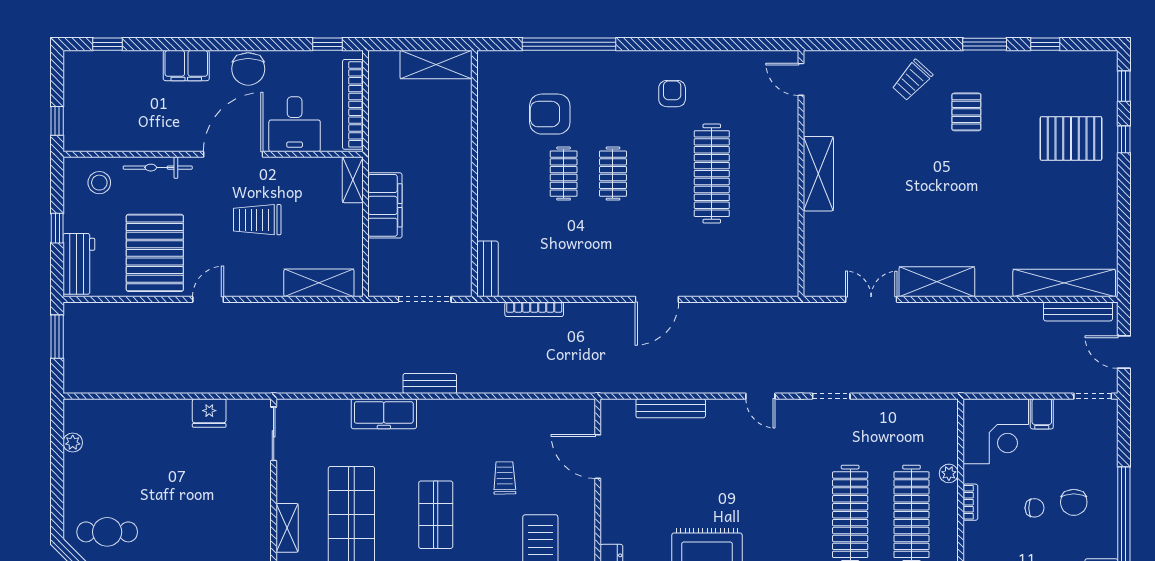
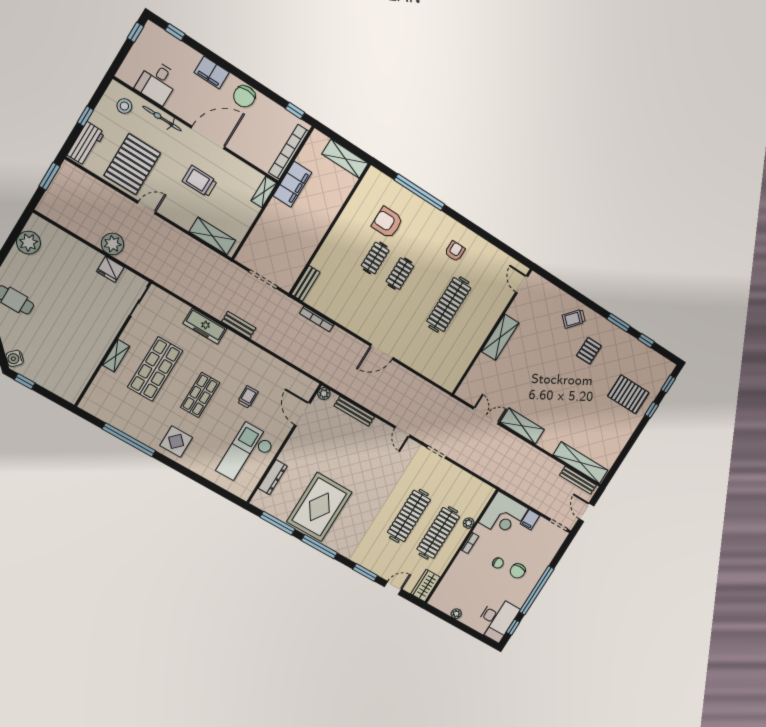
window: (57, 121) -> (136, 32), moved
desk: (295, 124) -> (157, 82), moved
filing cabinet: (385, 205) -> (292, 184), moved
plant: (192, 377) -> (112, 244), added
plant: (610, 409) -> (324, 394), added
plant: (73, 443) -> (28, 243), width x1.88, depth x1.88

